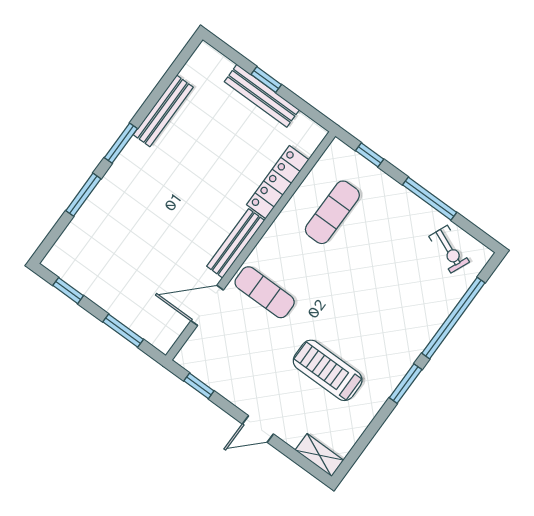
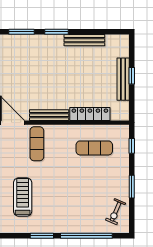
window: (430, 199) -> (132, 187), width x0.69

